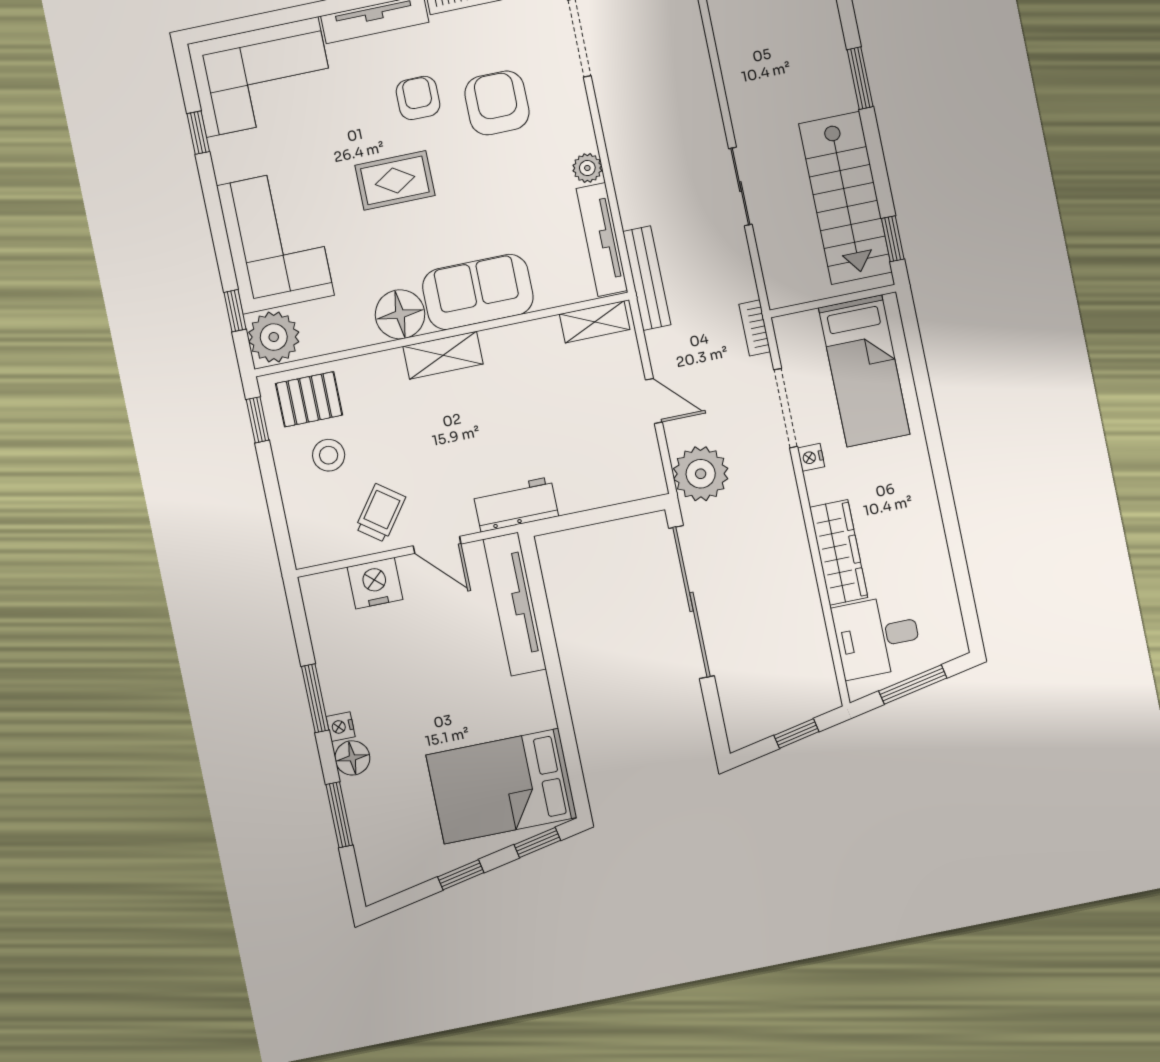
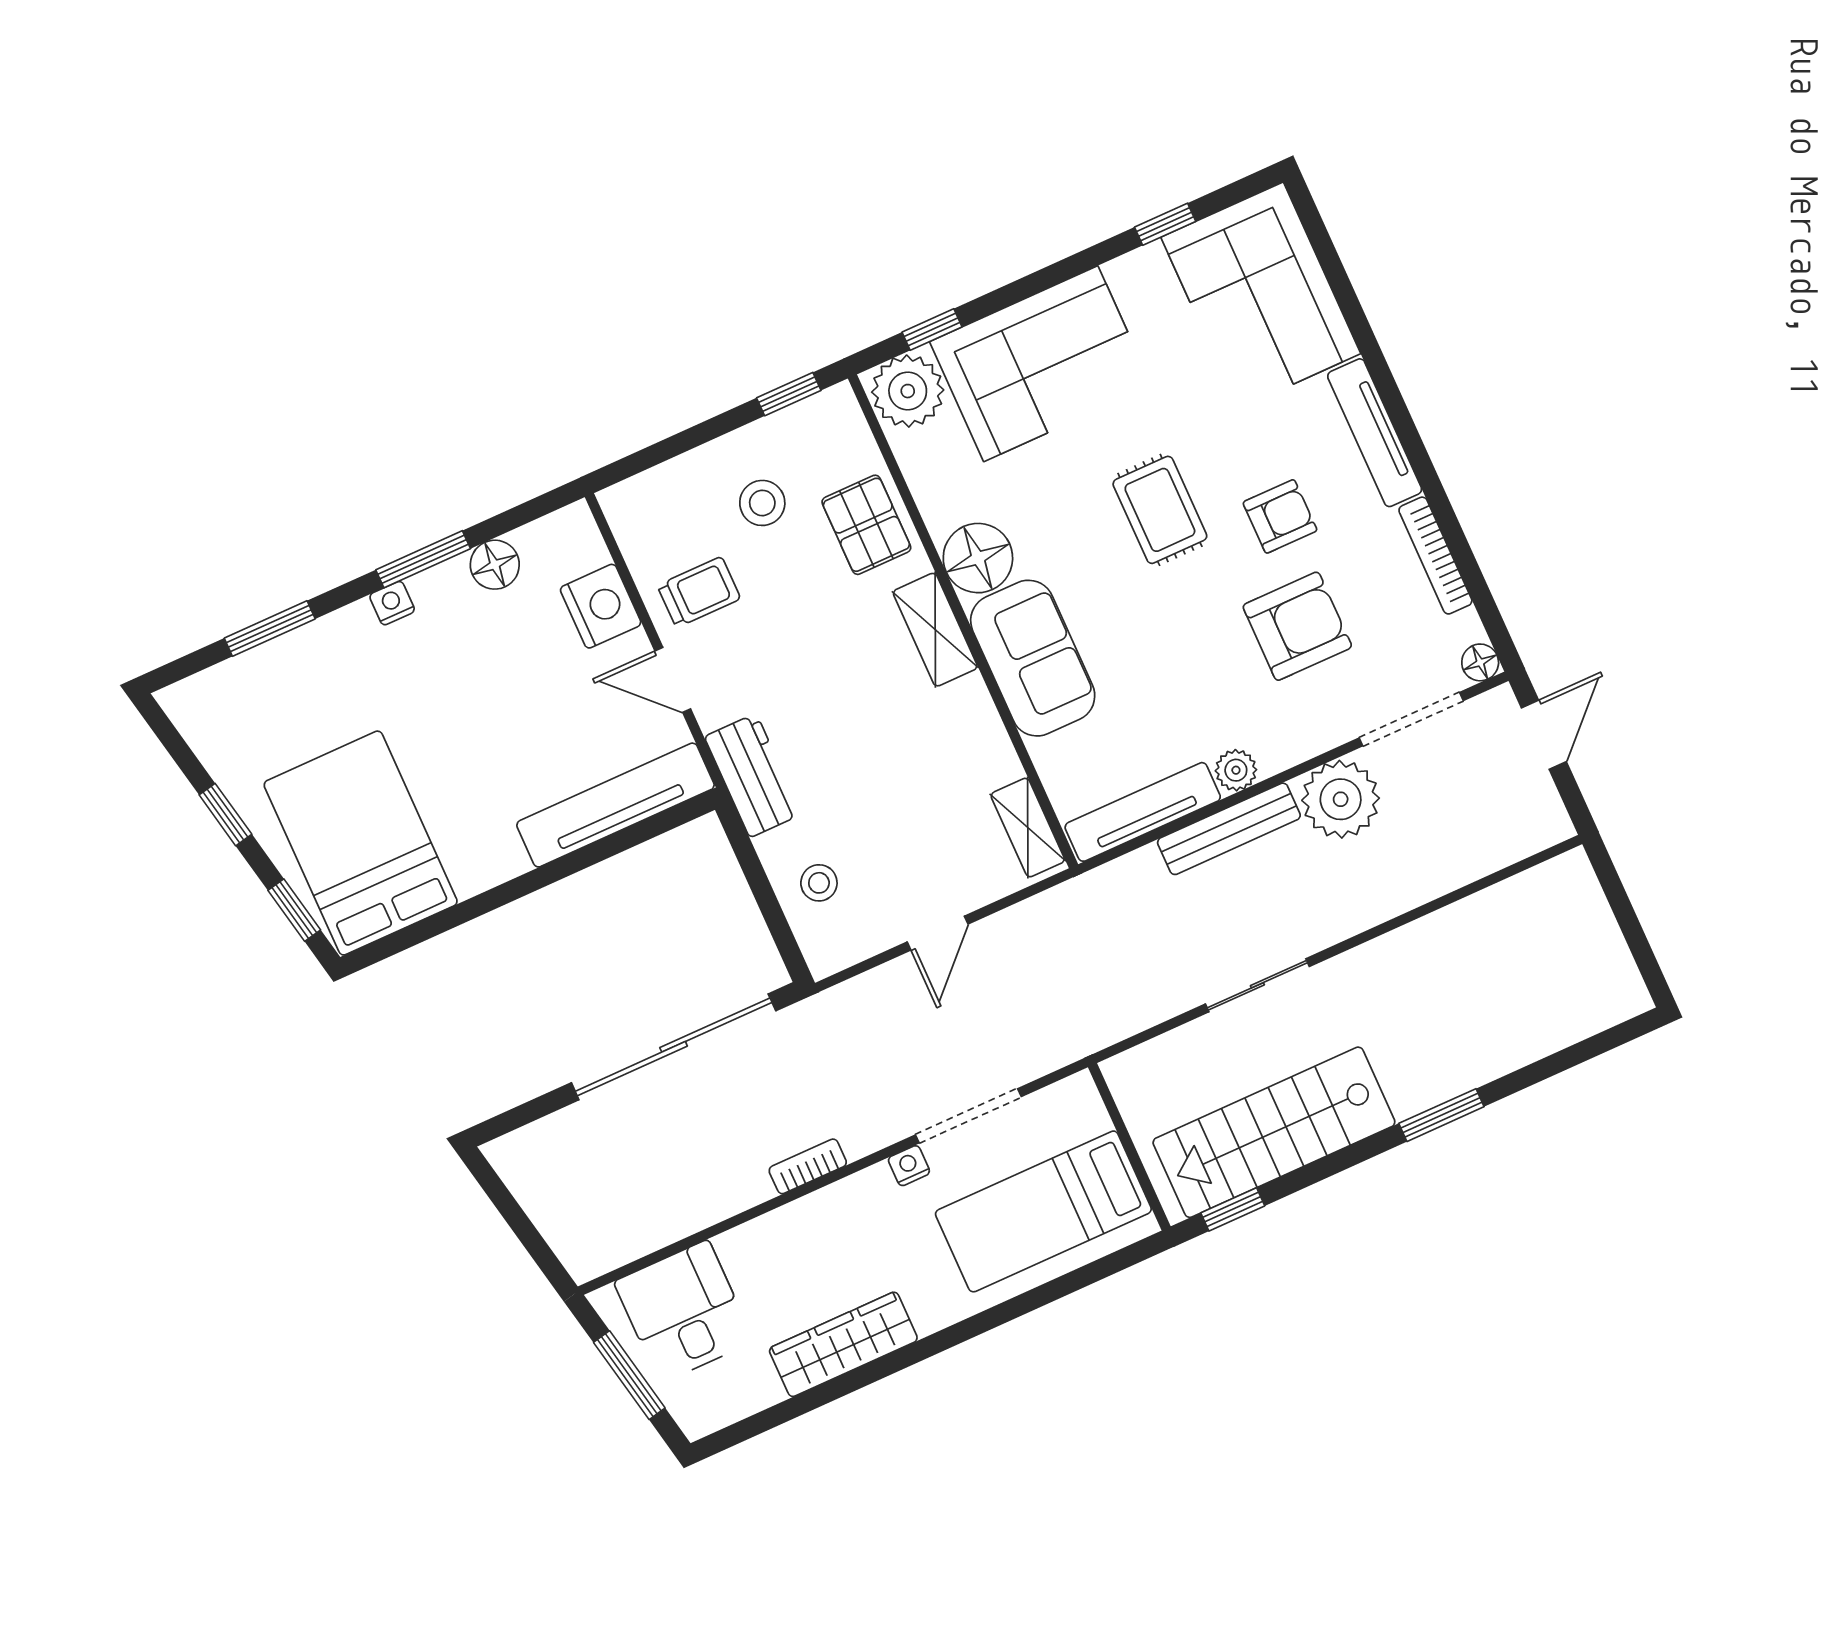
bench: (647, 278) -> (1229, 829), moved
bookcase: (755, 328) -> (808, 1166), moved
pallet: (309, 399) -> (866, 525), moved
plant: (701, 474) -> (1341, 799), moved
stool: (600, 475) -> (819, 883), added
trolley: (380, 513) -> (699, 592), turned -36
door: (437, 545) -> (673, 680), hinge flipped
wardrobe: (839, 552) -> (843, 1344), moved, turned 180
window: (796, 734) -> (526, 1231), removed
floor lamp: (352, 758) -> (495, 565), moved

